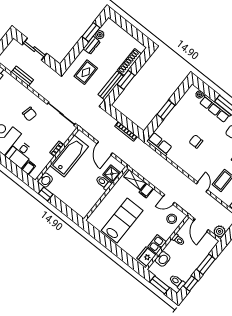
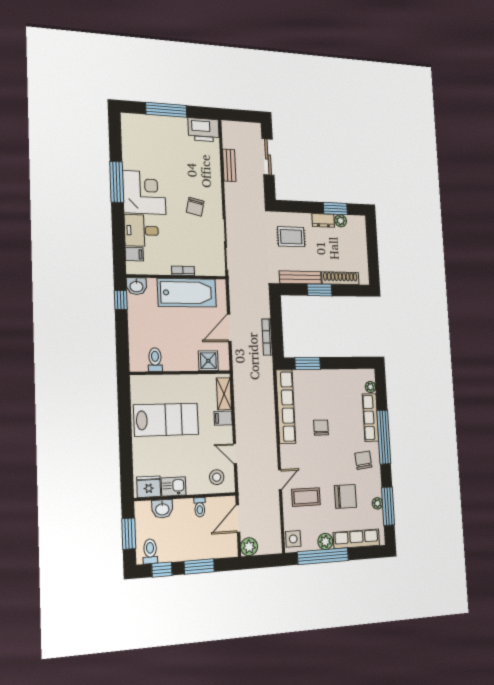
window: (166, 110) -> (308, 363), moved
row of seats: (159, 144) -> (286, 407), width x2.02
toilet: (103, 183) -> (155, 360), moved

